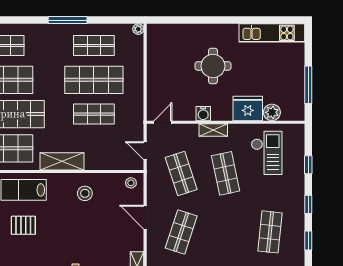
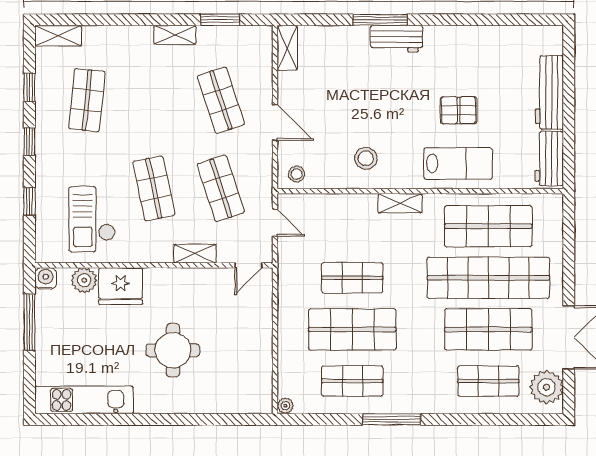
water cooler: (203, 114) -> (46, 278), moved
shelving: (213, 130) -> (195, 254), moved
shelving: (62, 161) -> (400, 203), width x0.67, depth x0.75
shop shelf: (181, 232) -> (221, 100), turned -36

